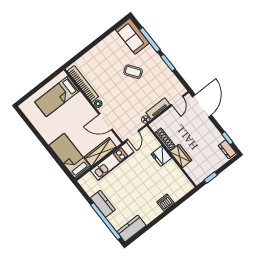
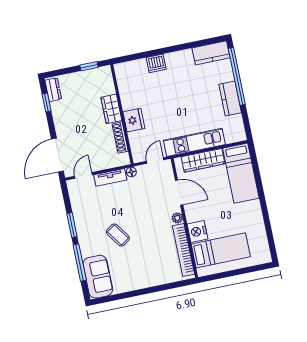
nightstand: (80, 101) -> (197, 232), added

